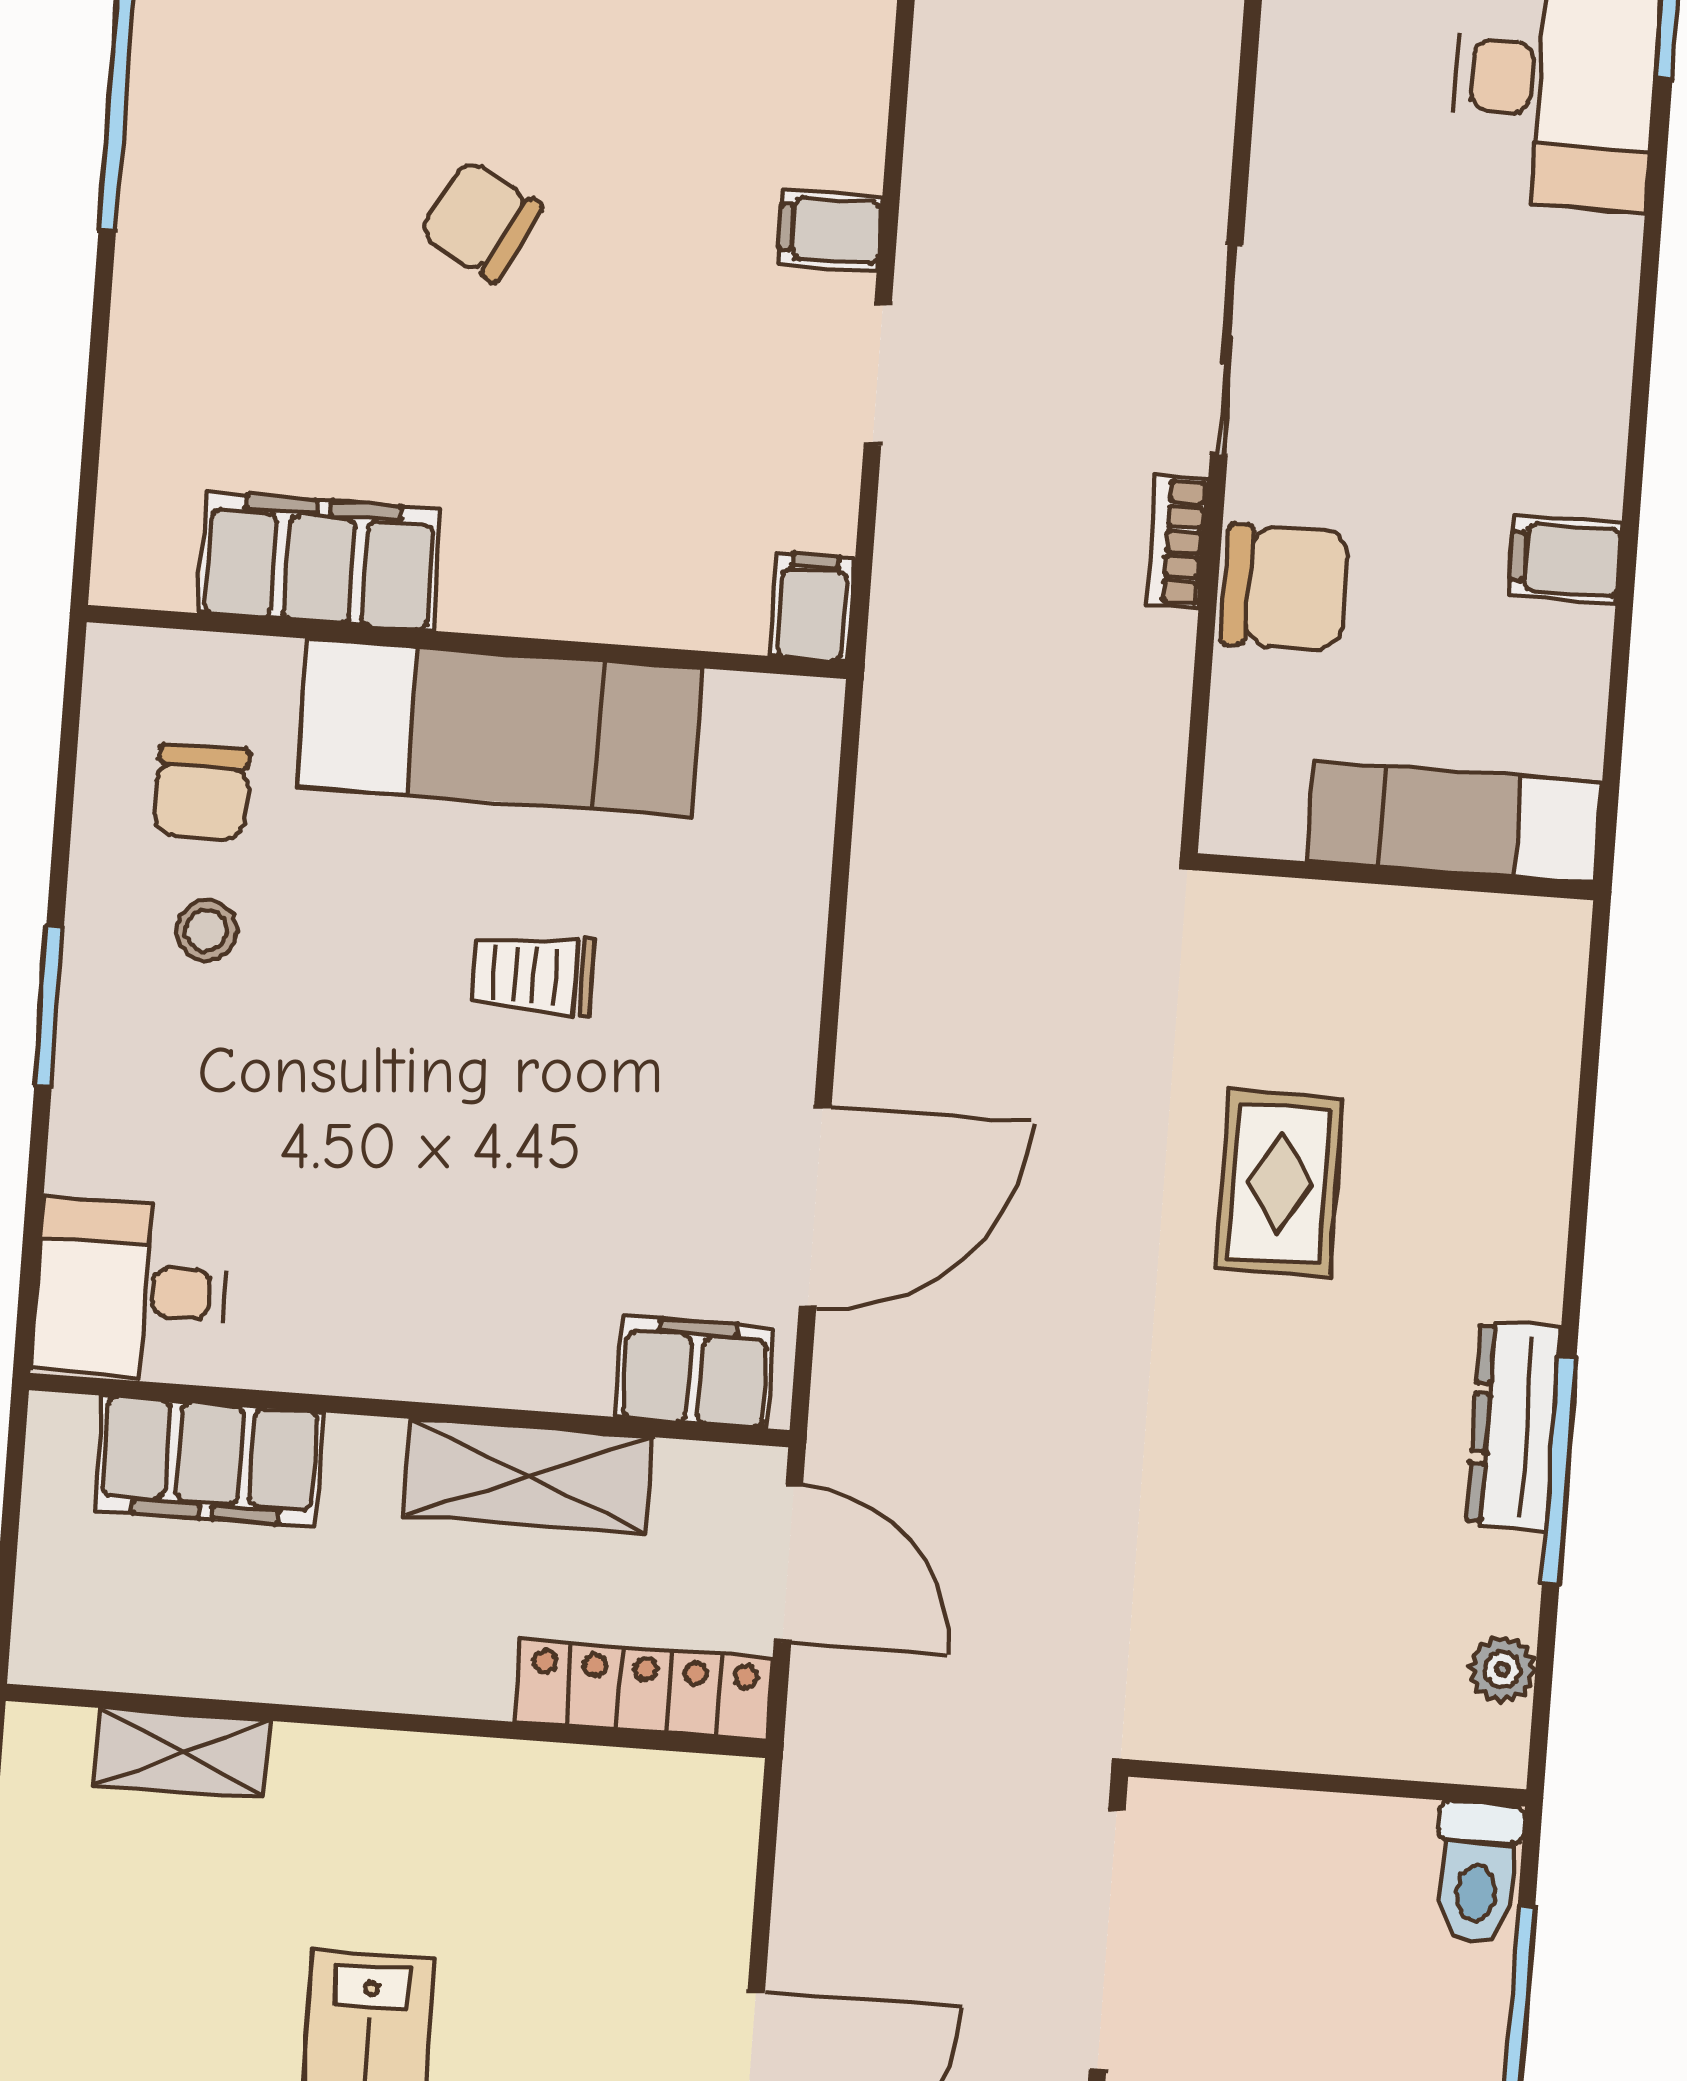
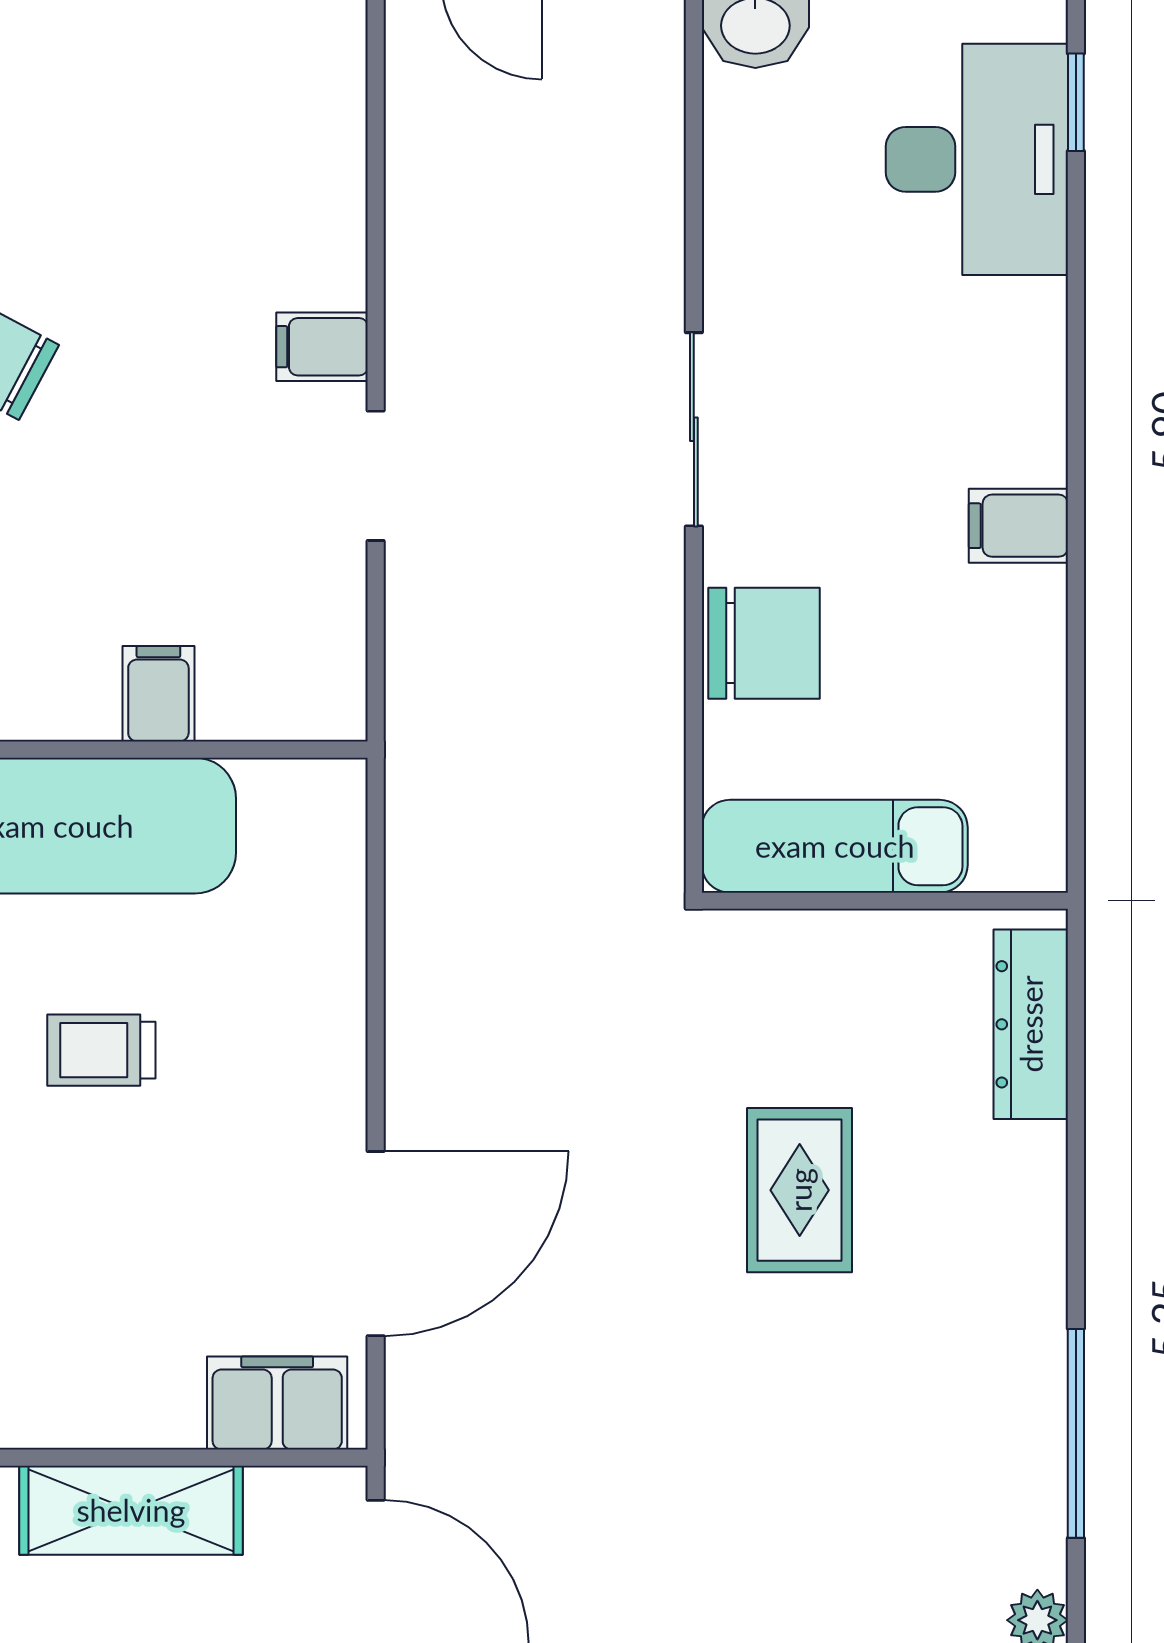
bookcase: (1178, 542) -> (662, 609), removed
filing cabinet: (1565, 560) -> (1018, 526), moved
filing cabinet: (812, 607) -> (158, 694), moved
exam couch: (1454, 822) -> (835, 846), moved
dresser: (1513, 1425) -> (1031, 1024), moved

